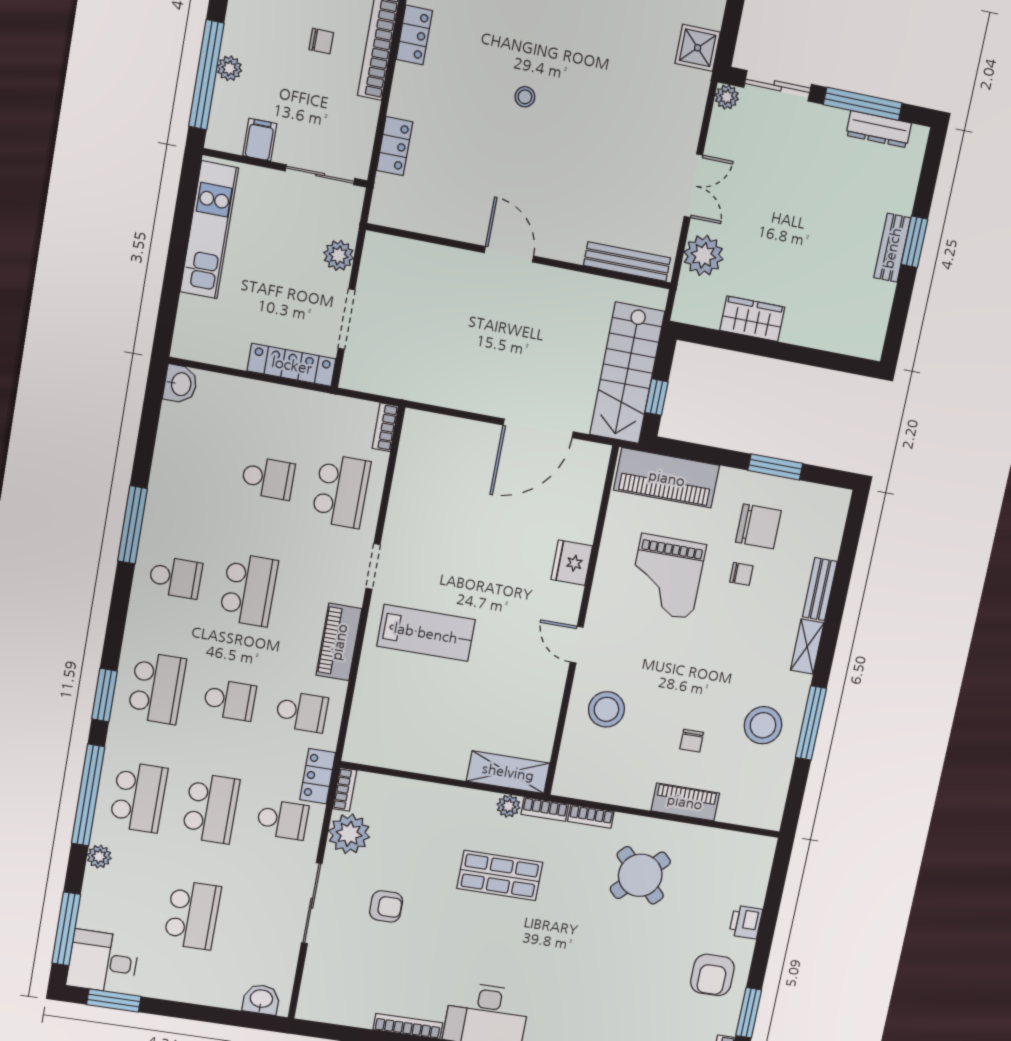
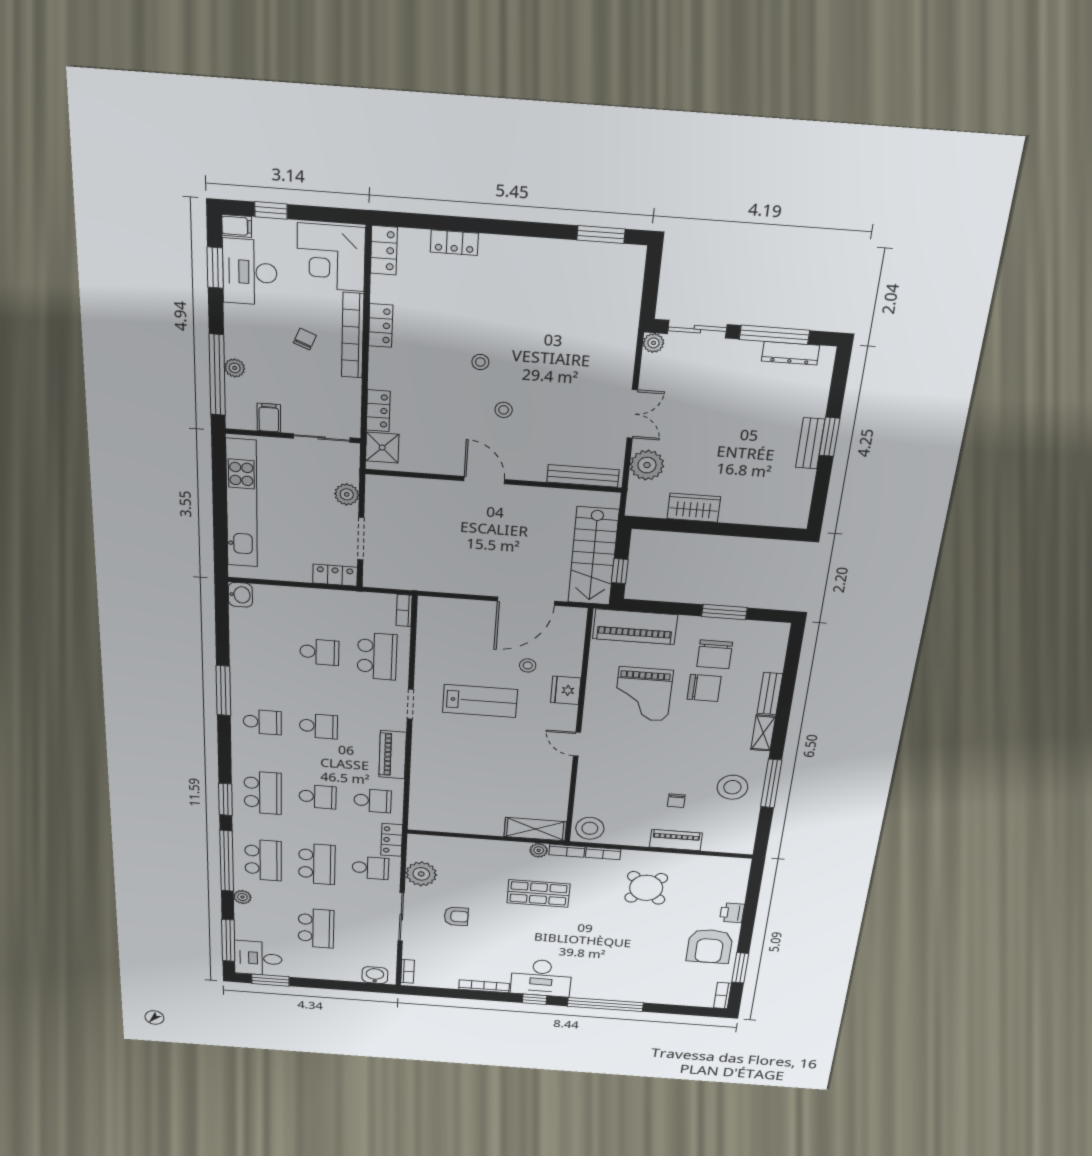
chair: (321, 41) -> (305, 339), turned -68
shower: (698, 48) -> (382, 448), moved
stool: (544, 163) -> (504, 410), added
kitchen unit: (209, 230) -> (242, 503), width x1.36
locker: (292, 365) -> (335, 575), width x0.66
stool: (529, 522) -> (528, 665), added
chair: (758, 526) -> (715, 654), turned 90
chair: (741, 574) -> (704, 688), width x1.87, depth x1.87
school desk: (249, 590) -> (318, 726), width x0.54
lab bench: (426, 633) -> (480, 701), moved
stool: (606, 709) -> (590, 828), moved
bookcase: (345, 789) -> (407, 971), moved
armchair: (712, 975) -> (710, 946), width x1.36, depth x1.36

